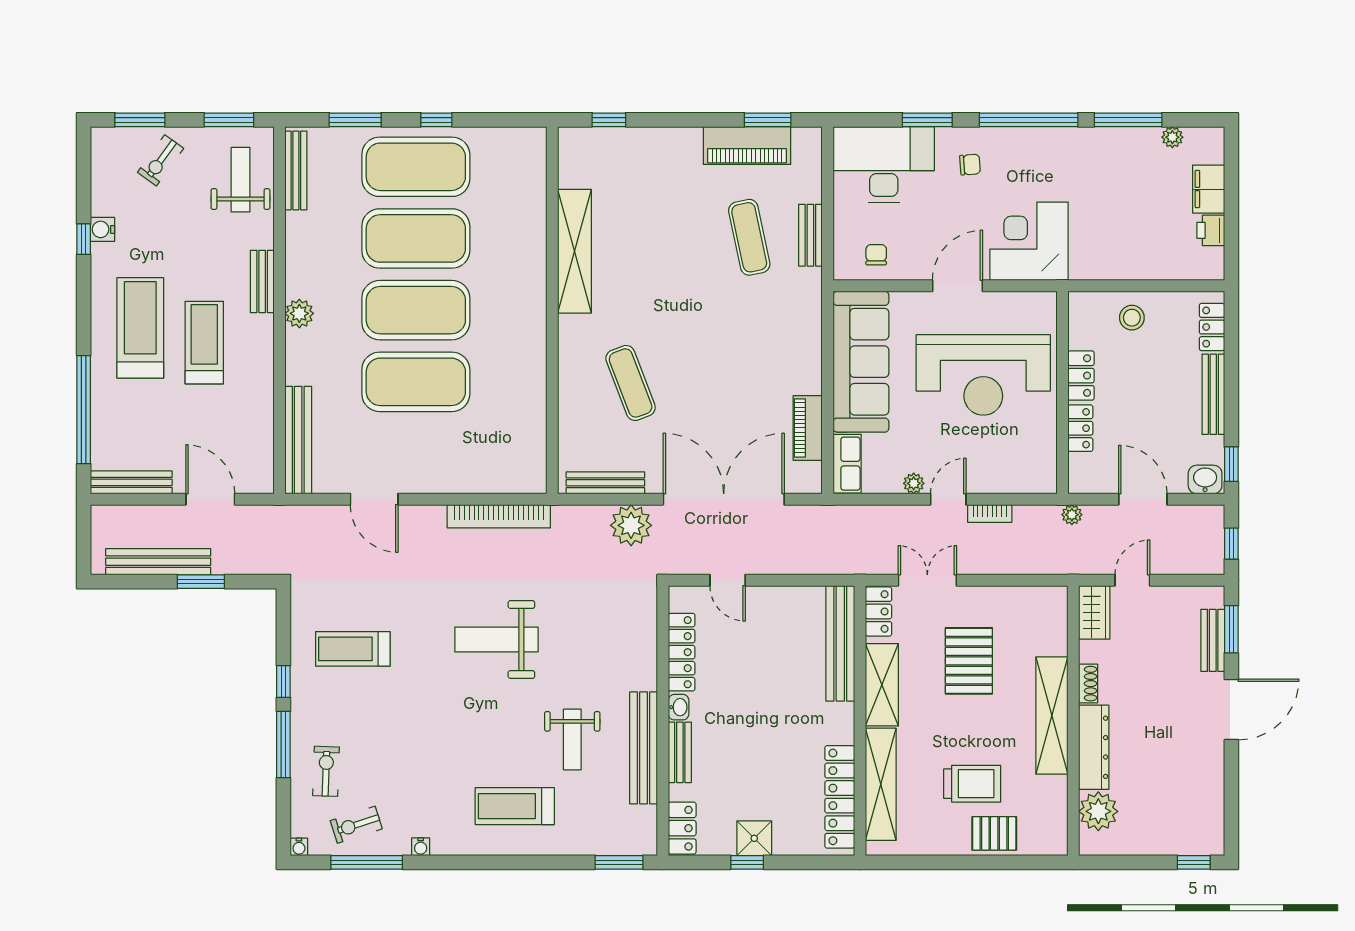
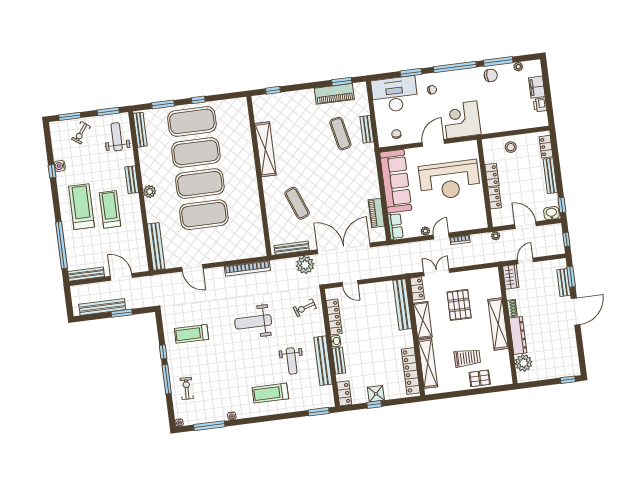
chair: (1107, 149) -> (491, 75), added
exercise bike: (356, 825) -> (305, 308), moved

